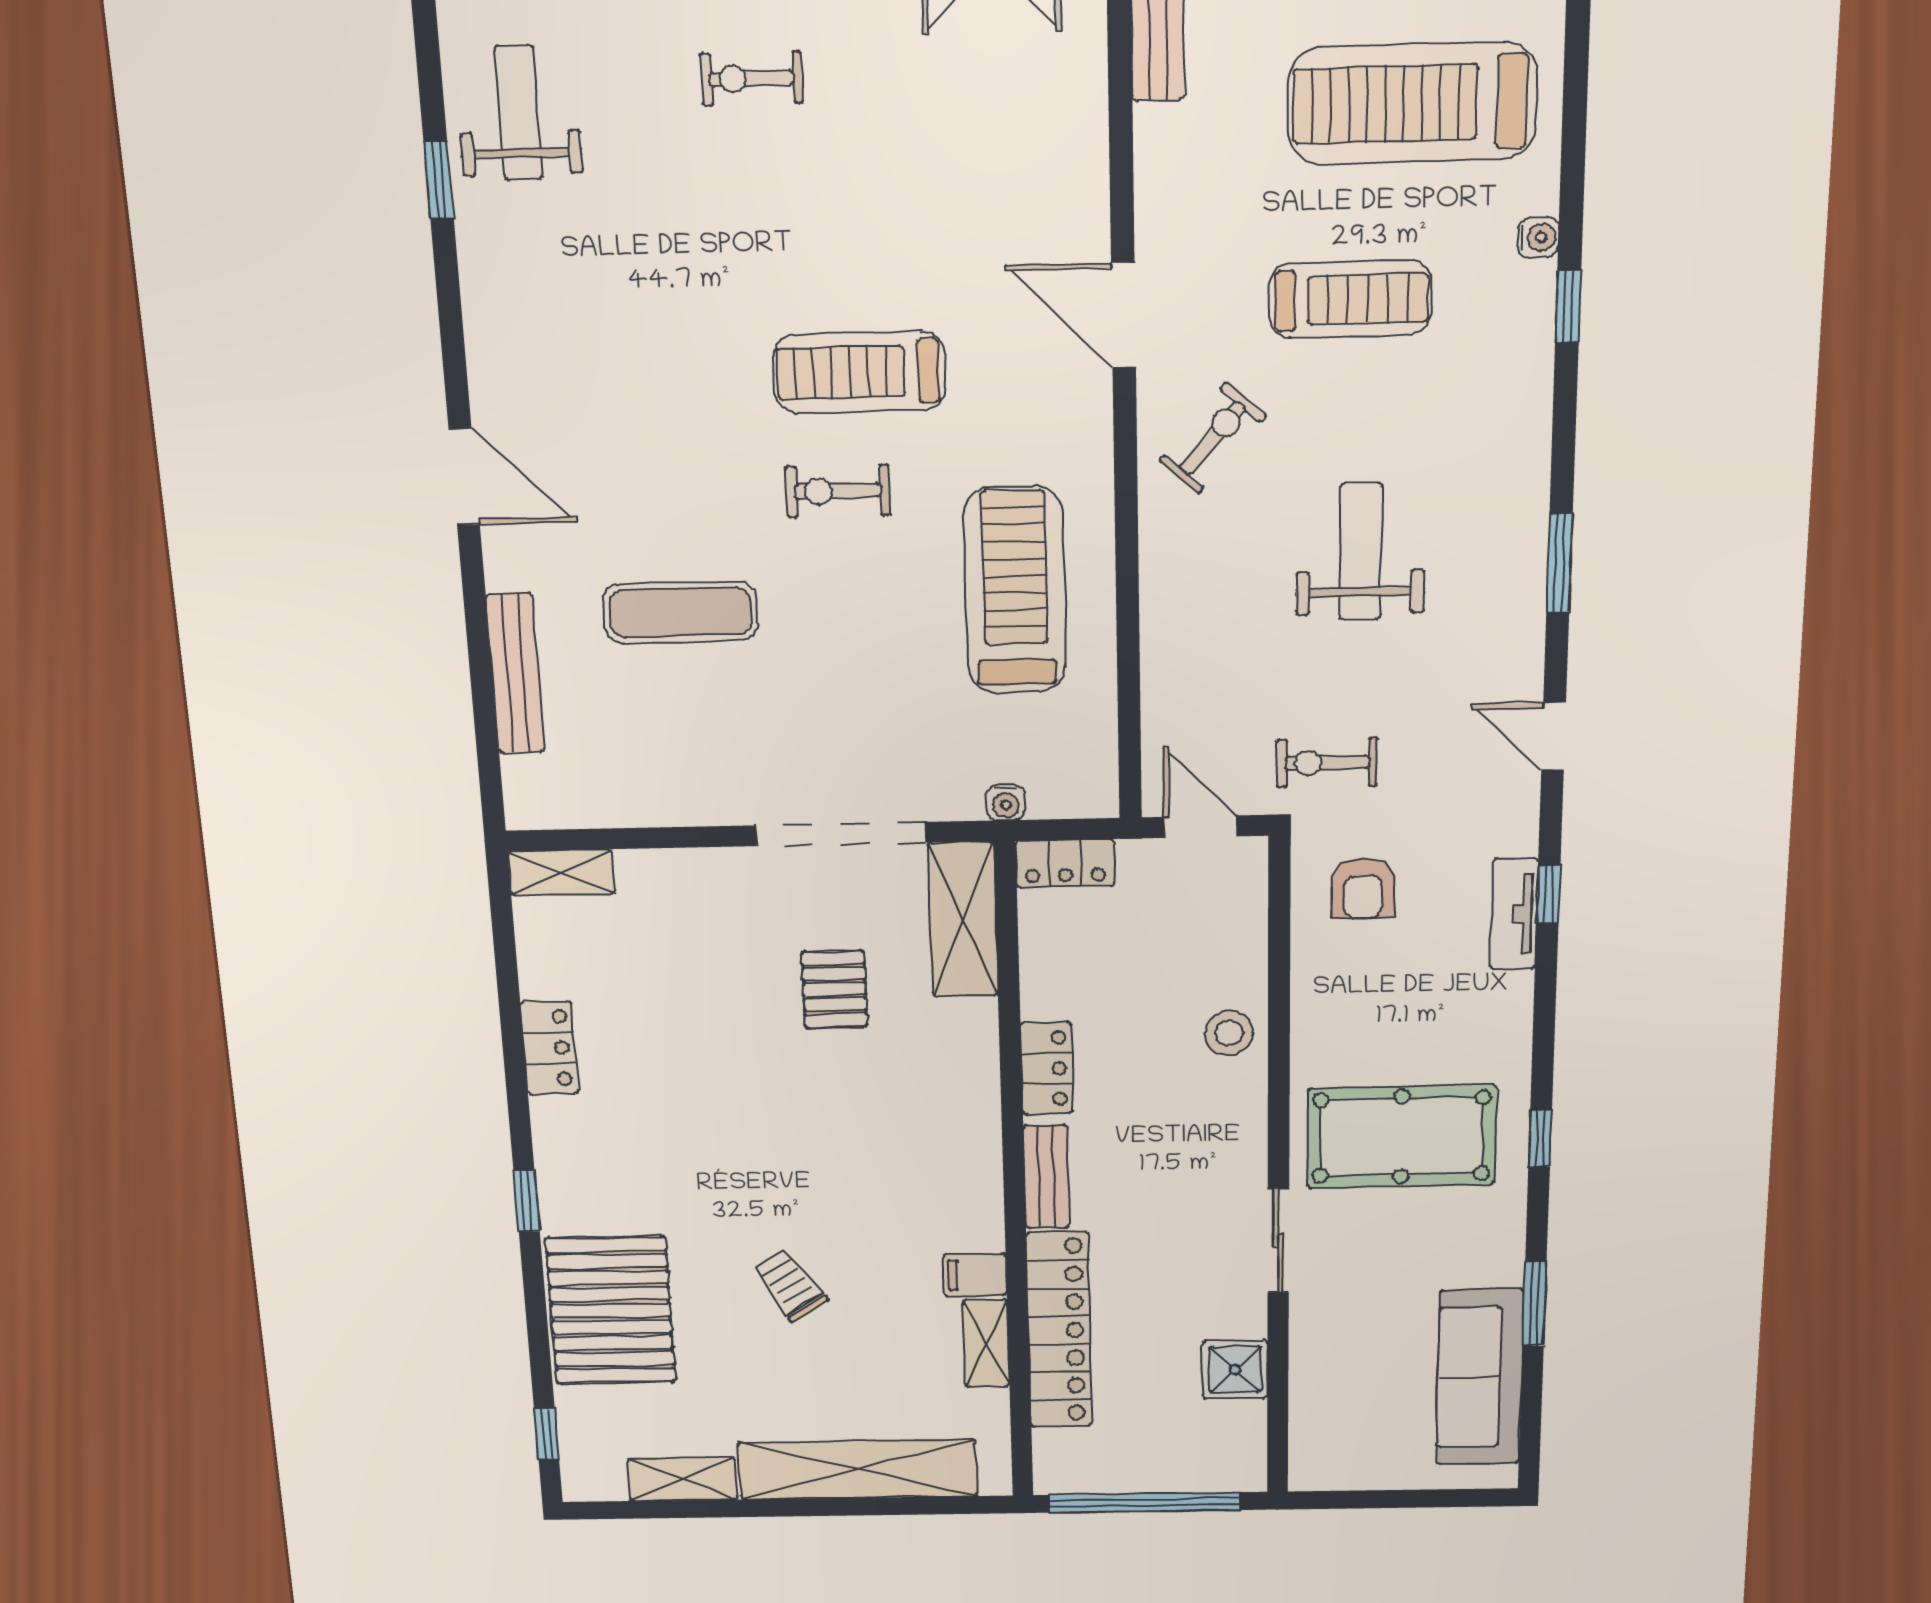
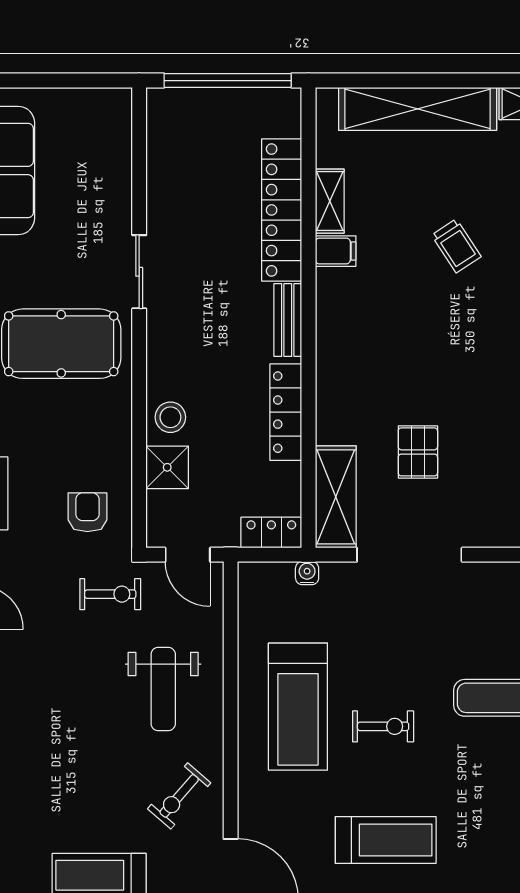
exercise bike: (838, 491) -> (383, 726), moved
weight bench: (1361, 551) -> (163, 689), moved
locker: (1047, 1068) -> (286, 412), width x1.53
shower: (1235, 1369) -> (167, 467), moved

